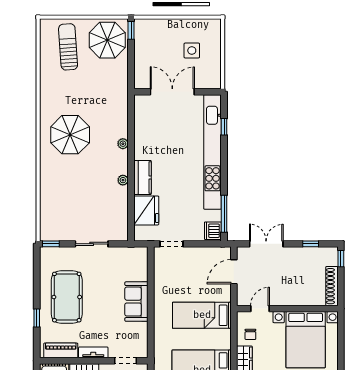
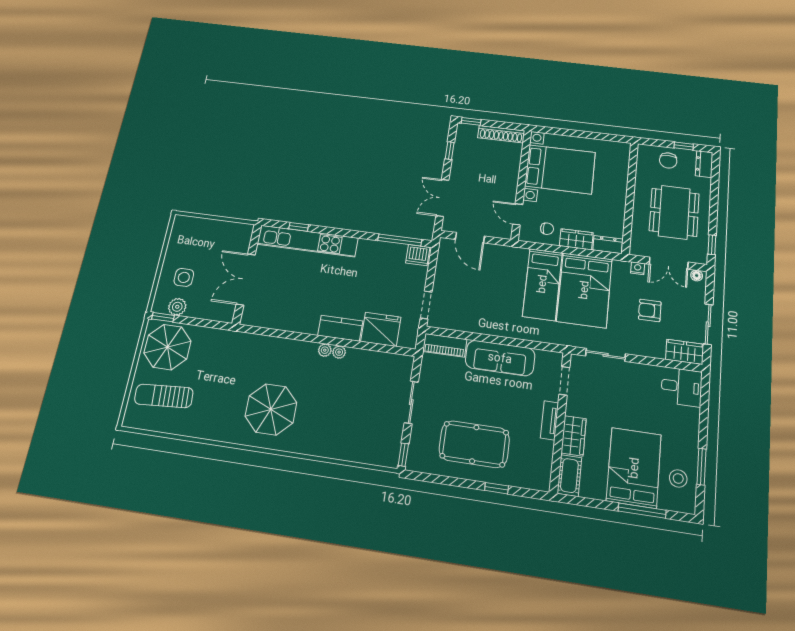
plant: (141, 40) -> (177, 307), added
side table: (192, 51) -> (184, 277), moved
plant: (123, 144) -> (325, 350), moved
kitchen unit: (213, 152) -> (307, 241), width x0.73
sofa: (136, 302) -> (500, 358), width x1.36
bed: (202, 315) -> (542, 284), moved
piano: (61, 350) -> (445, 345), moved, turned -90

